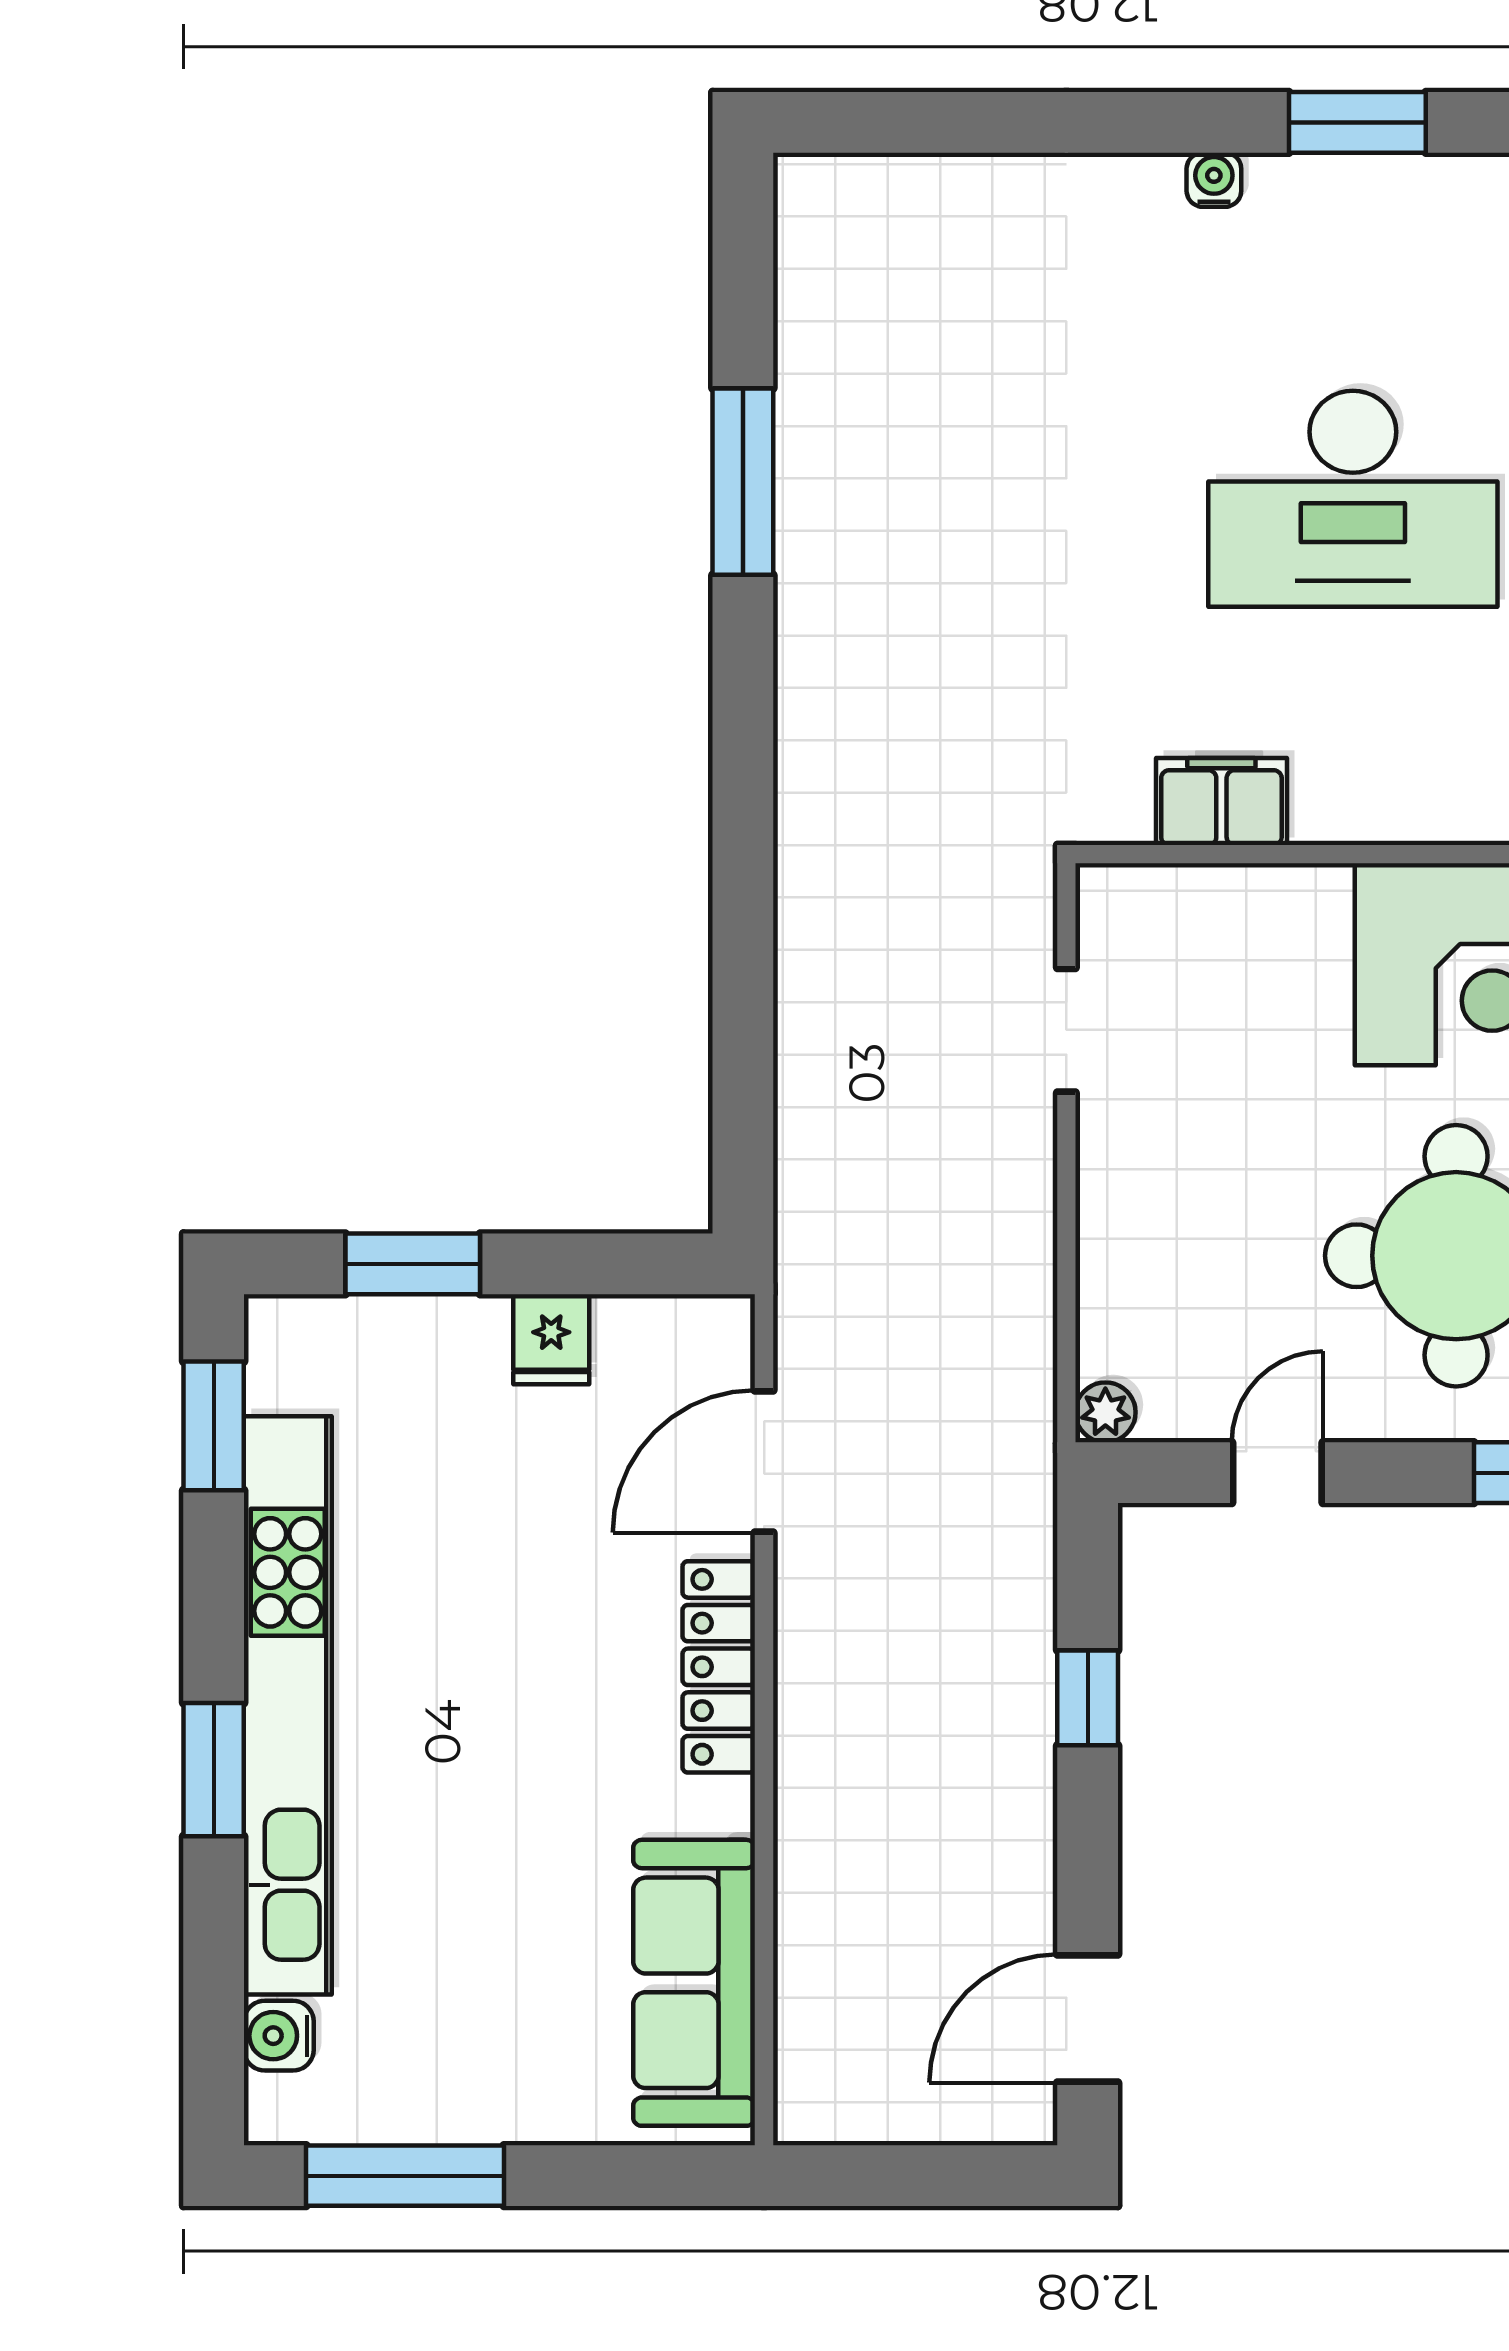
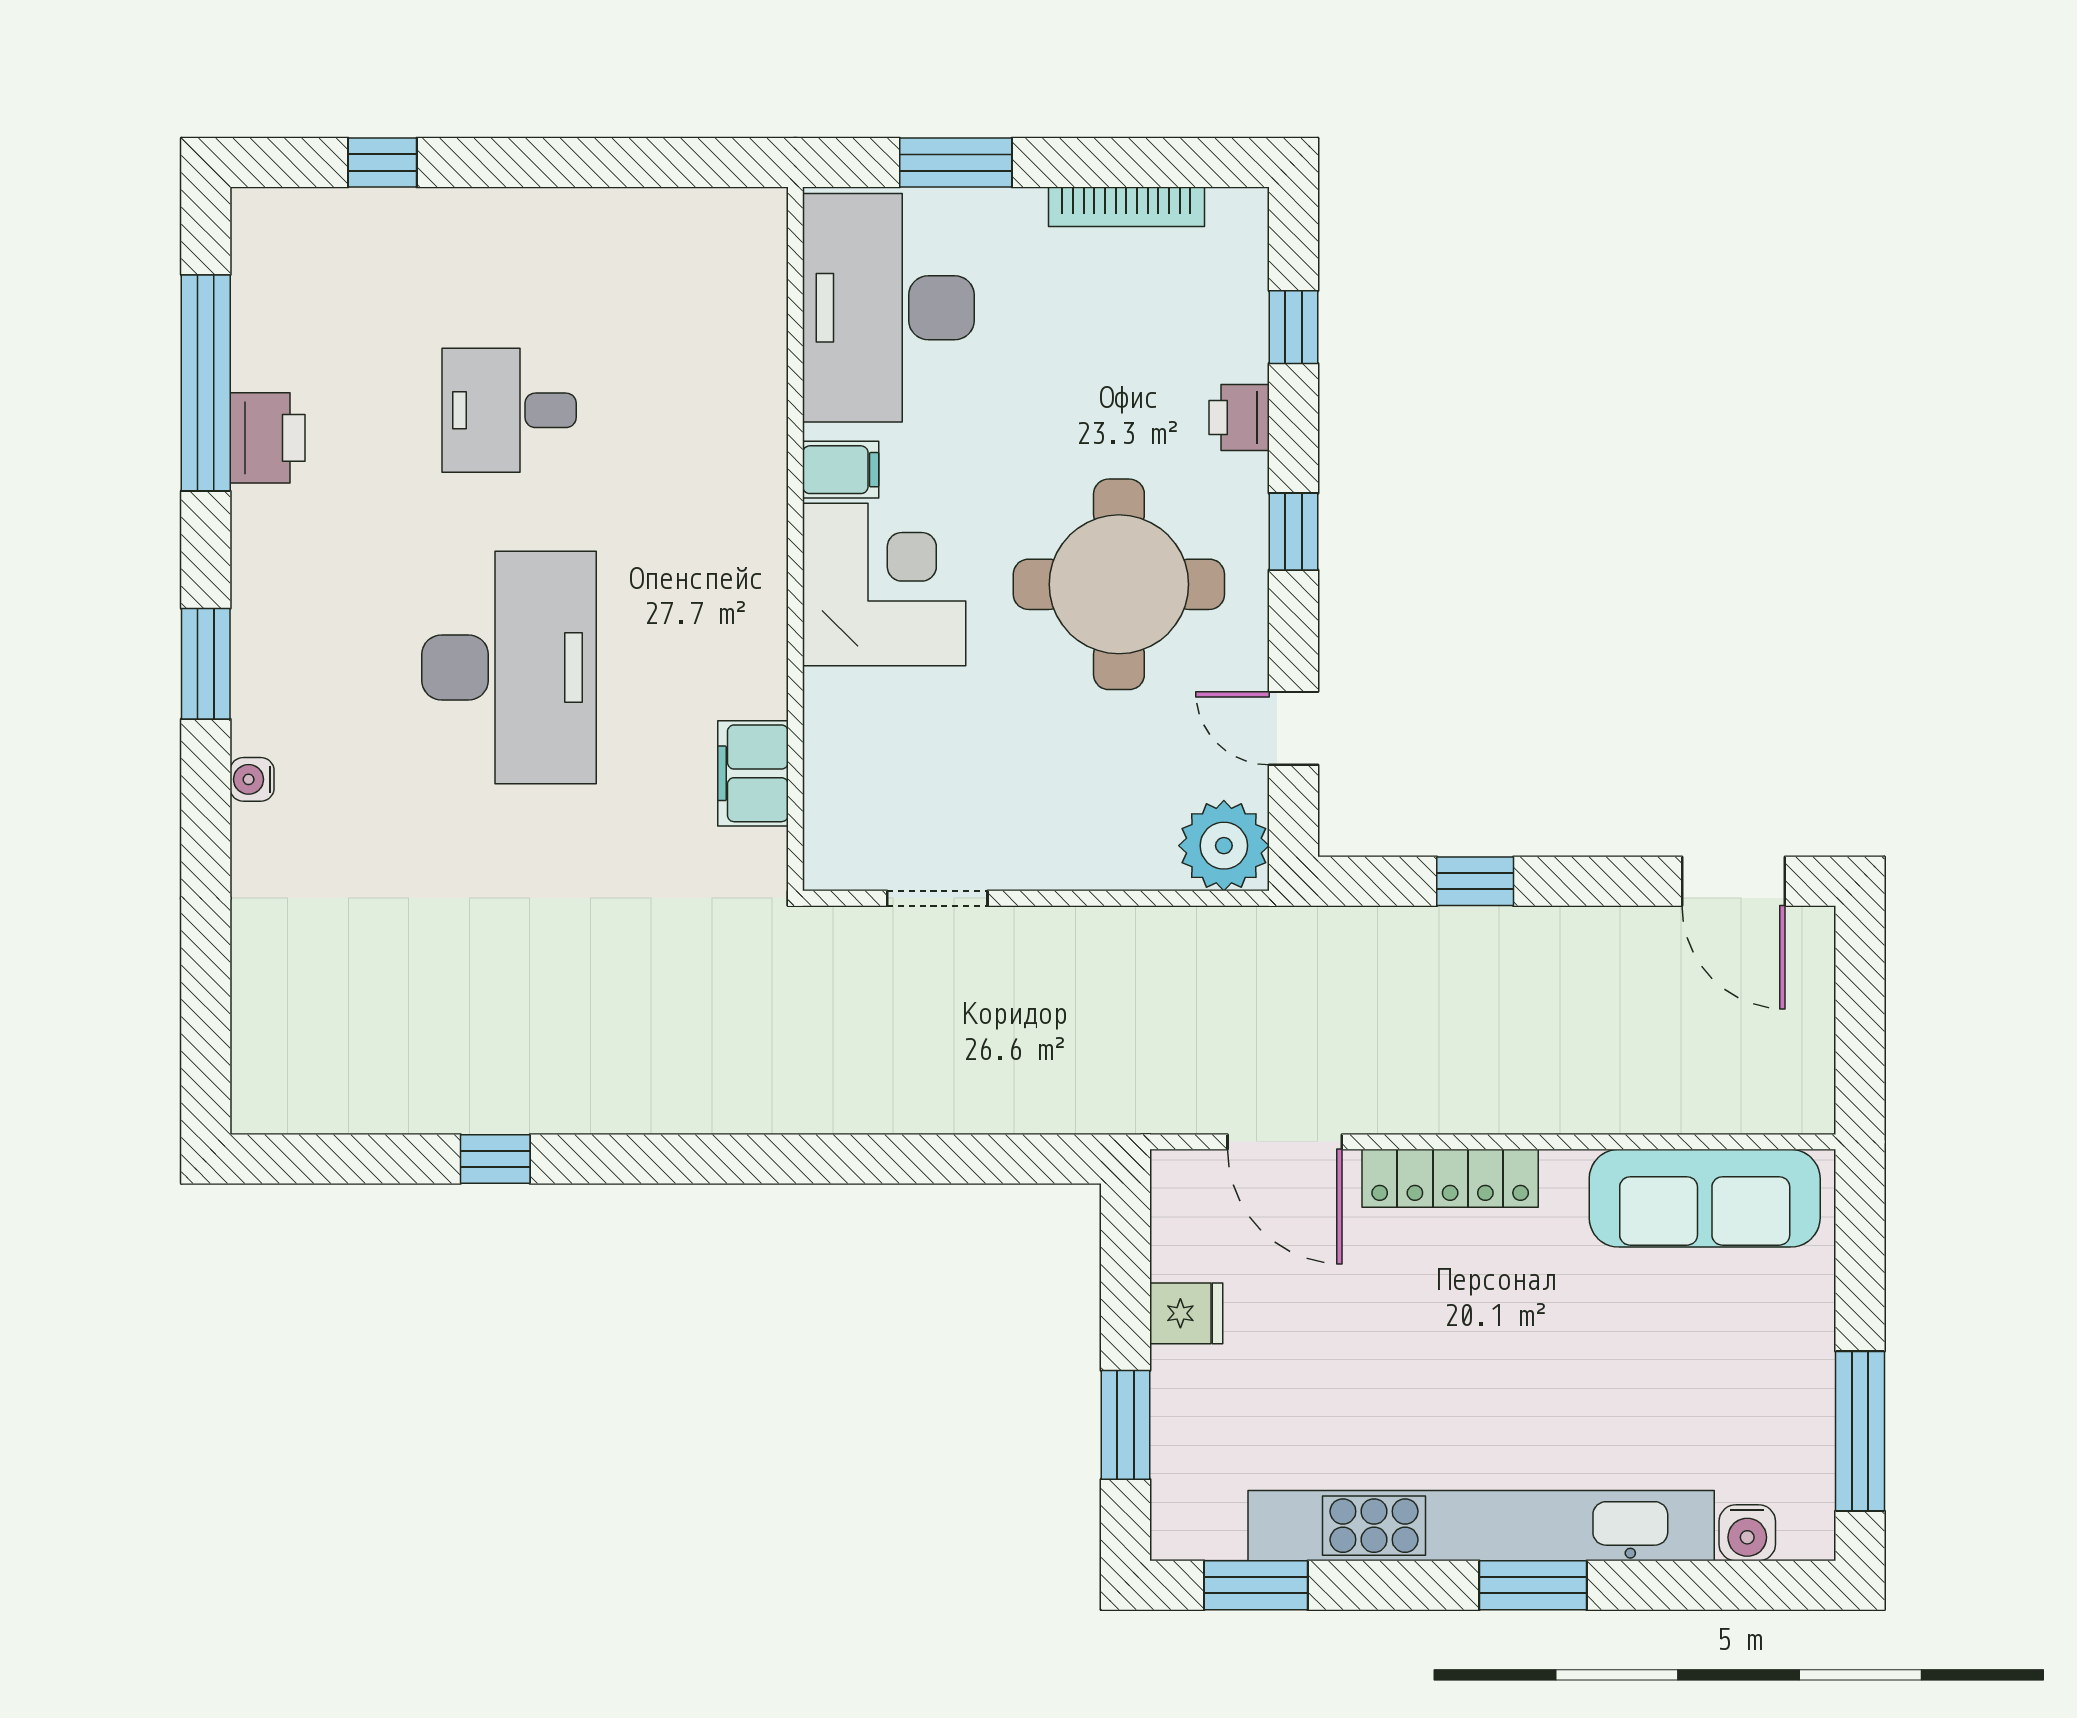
window: (743, 482) -> (495, 1159), width x0.46
plant: (1105, 1412) -> (1224, 846), width x1.87, depth x1.87

